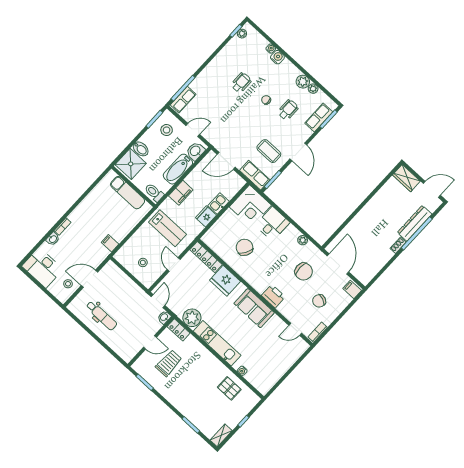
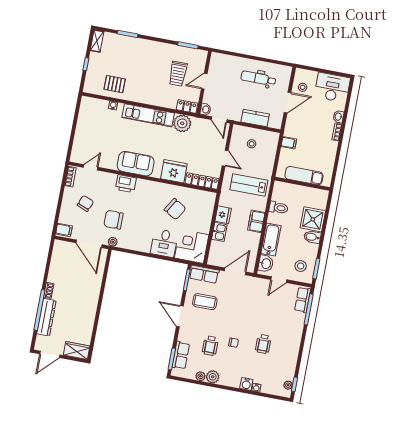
wall: (133, 186) -> (302, 184), moved
exam couch: (128, 193) -> (304, 176), moved
plant: (303, 240) -> (113, 242), moved
kitchen counter: (126, 283) -> (255, 118), added

